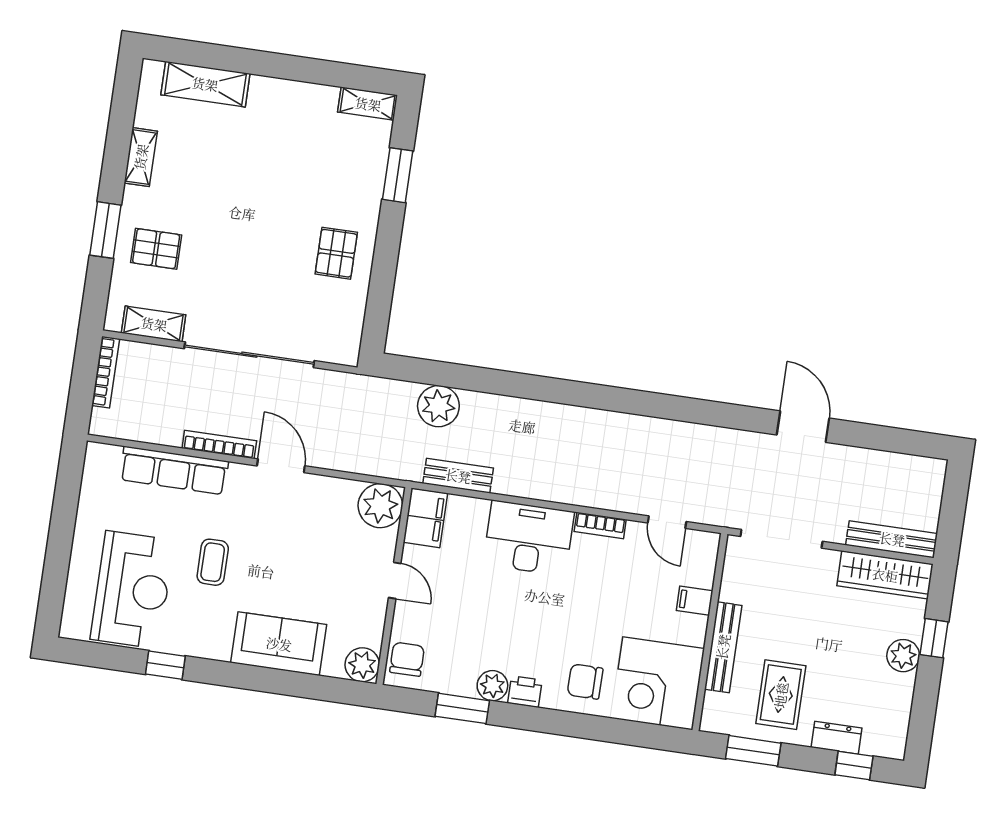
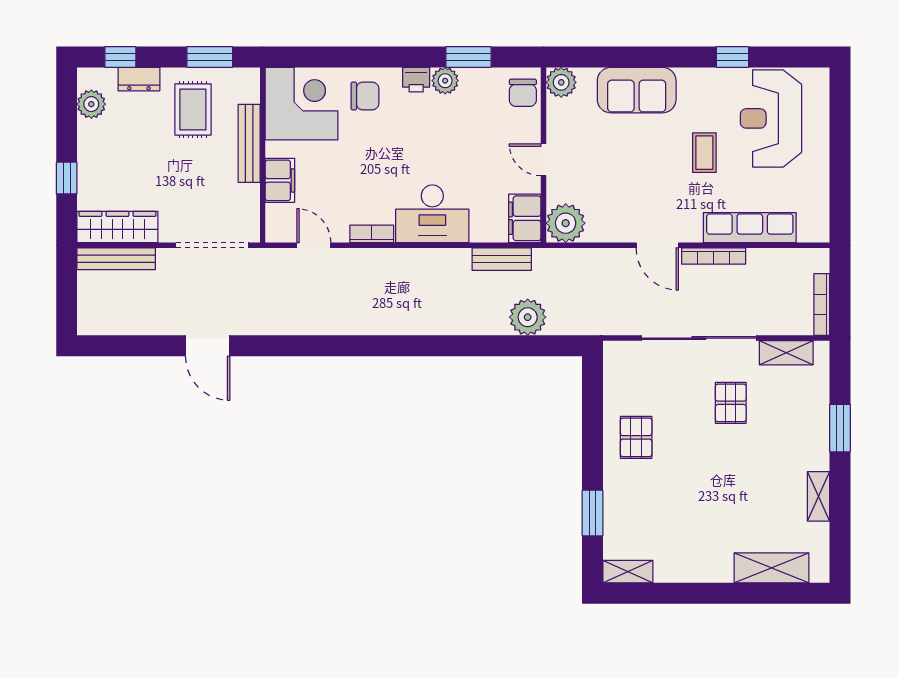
pallet: (156, 249) -> (731, 403), moved, turned 90
filing cabinet: (695, 601) -> (280, 180), width x2.00
plant: (903, 656) -> (91, 104), moved

